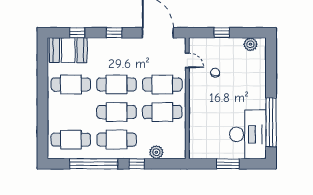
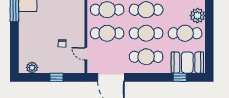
window: (114, 33) -> (148, 77), removed
cafe table: (117, 57) -> (146, 57), added
plant: (56, 105) -> (197, 16), added

